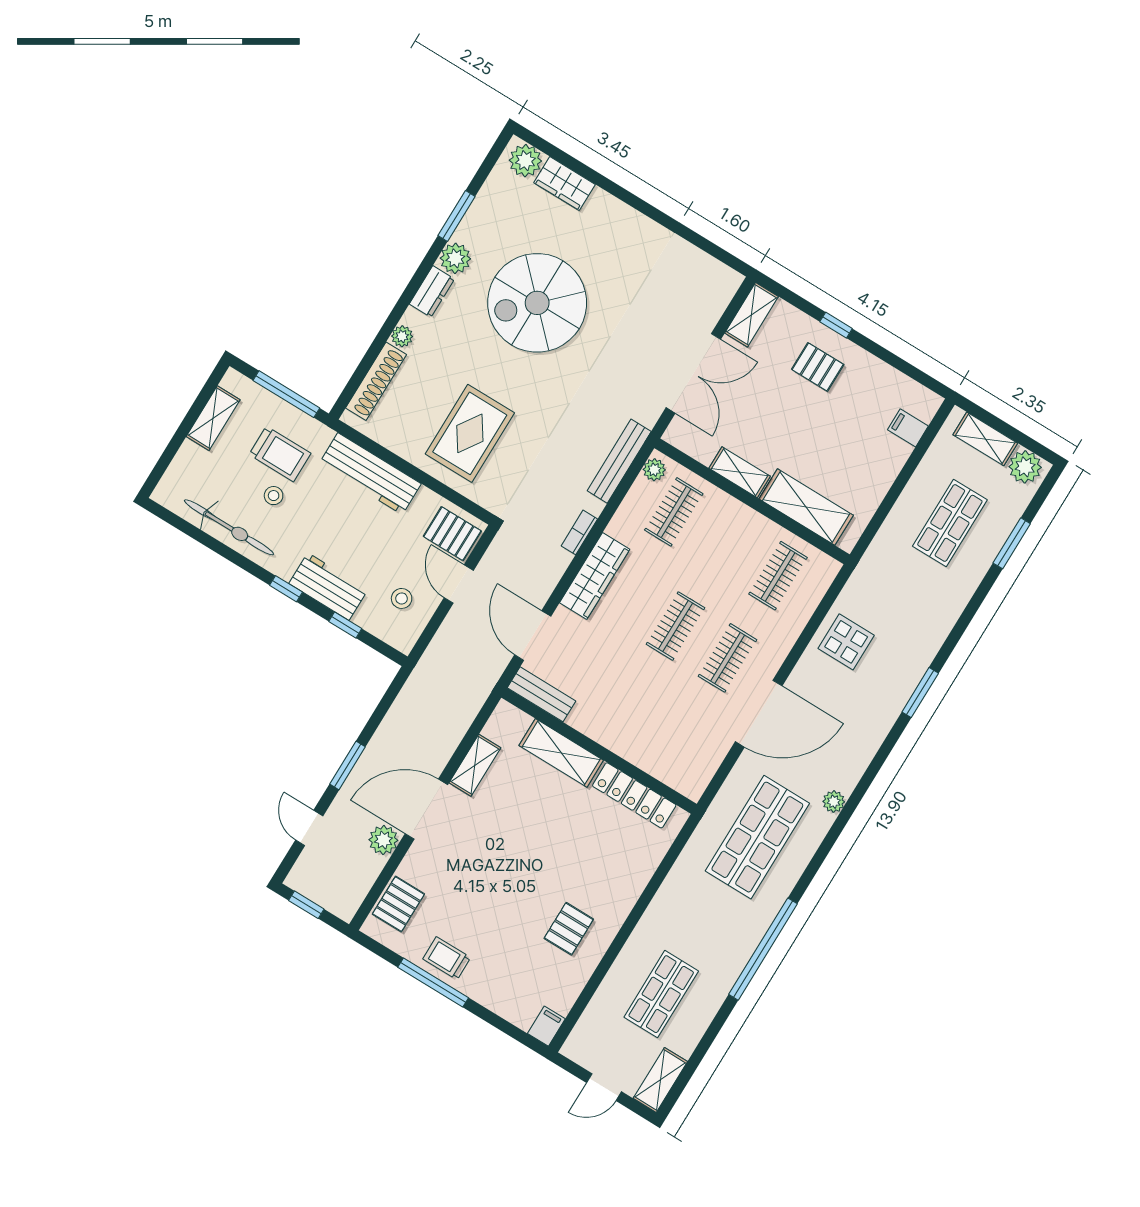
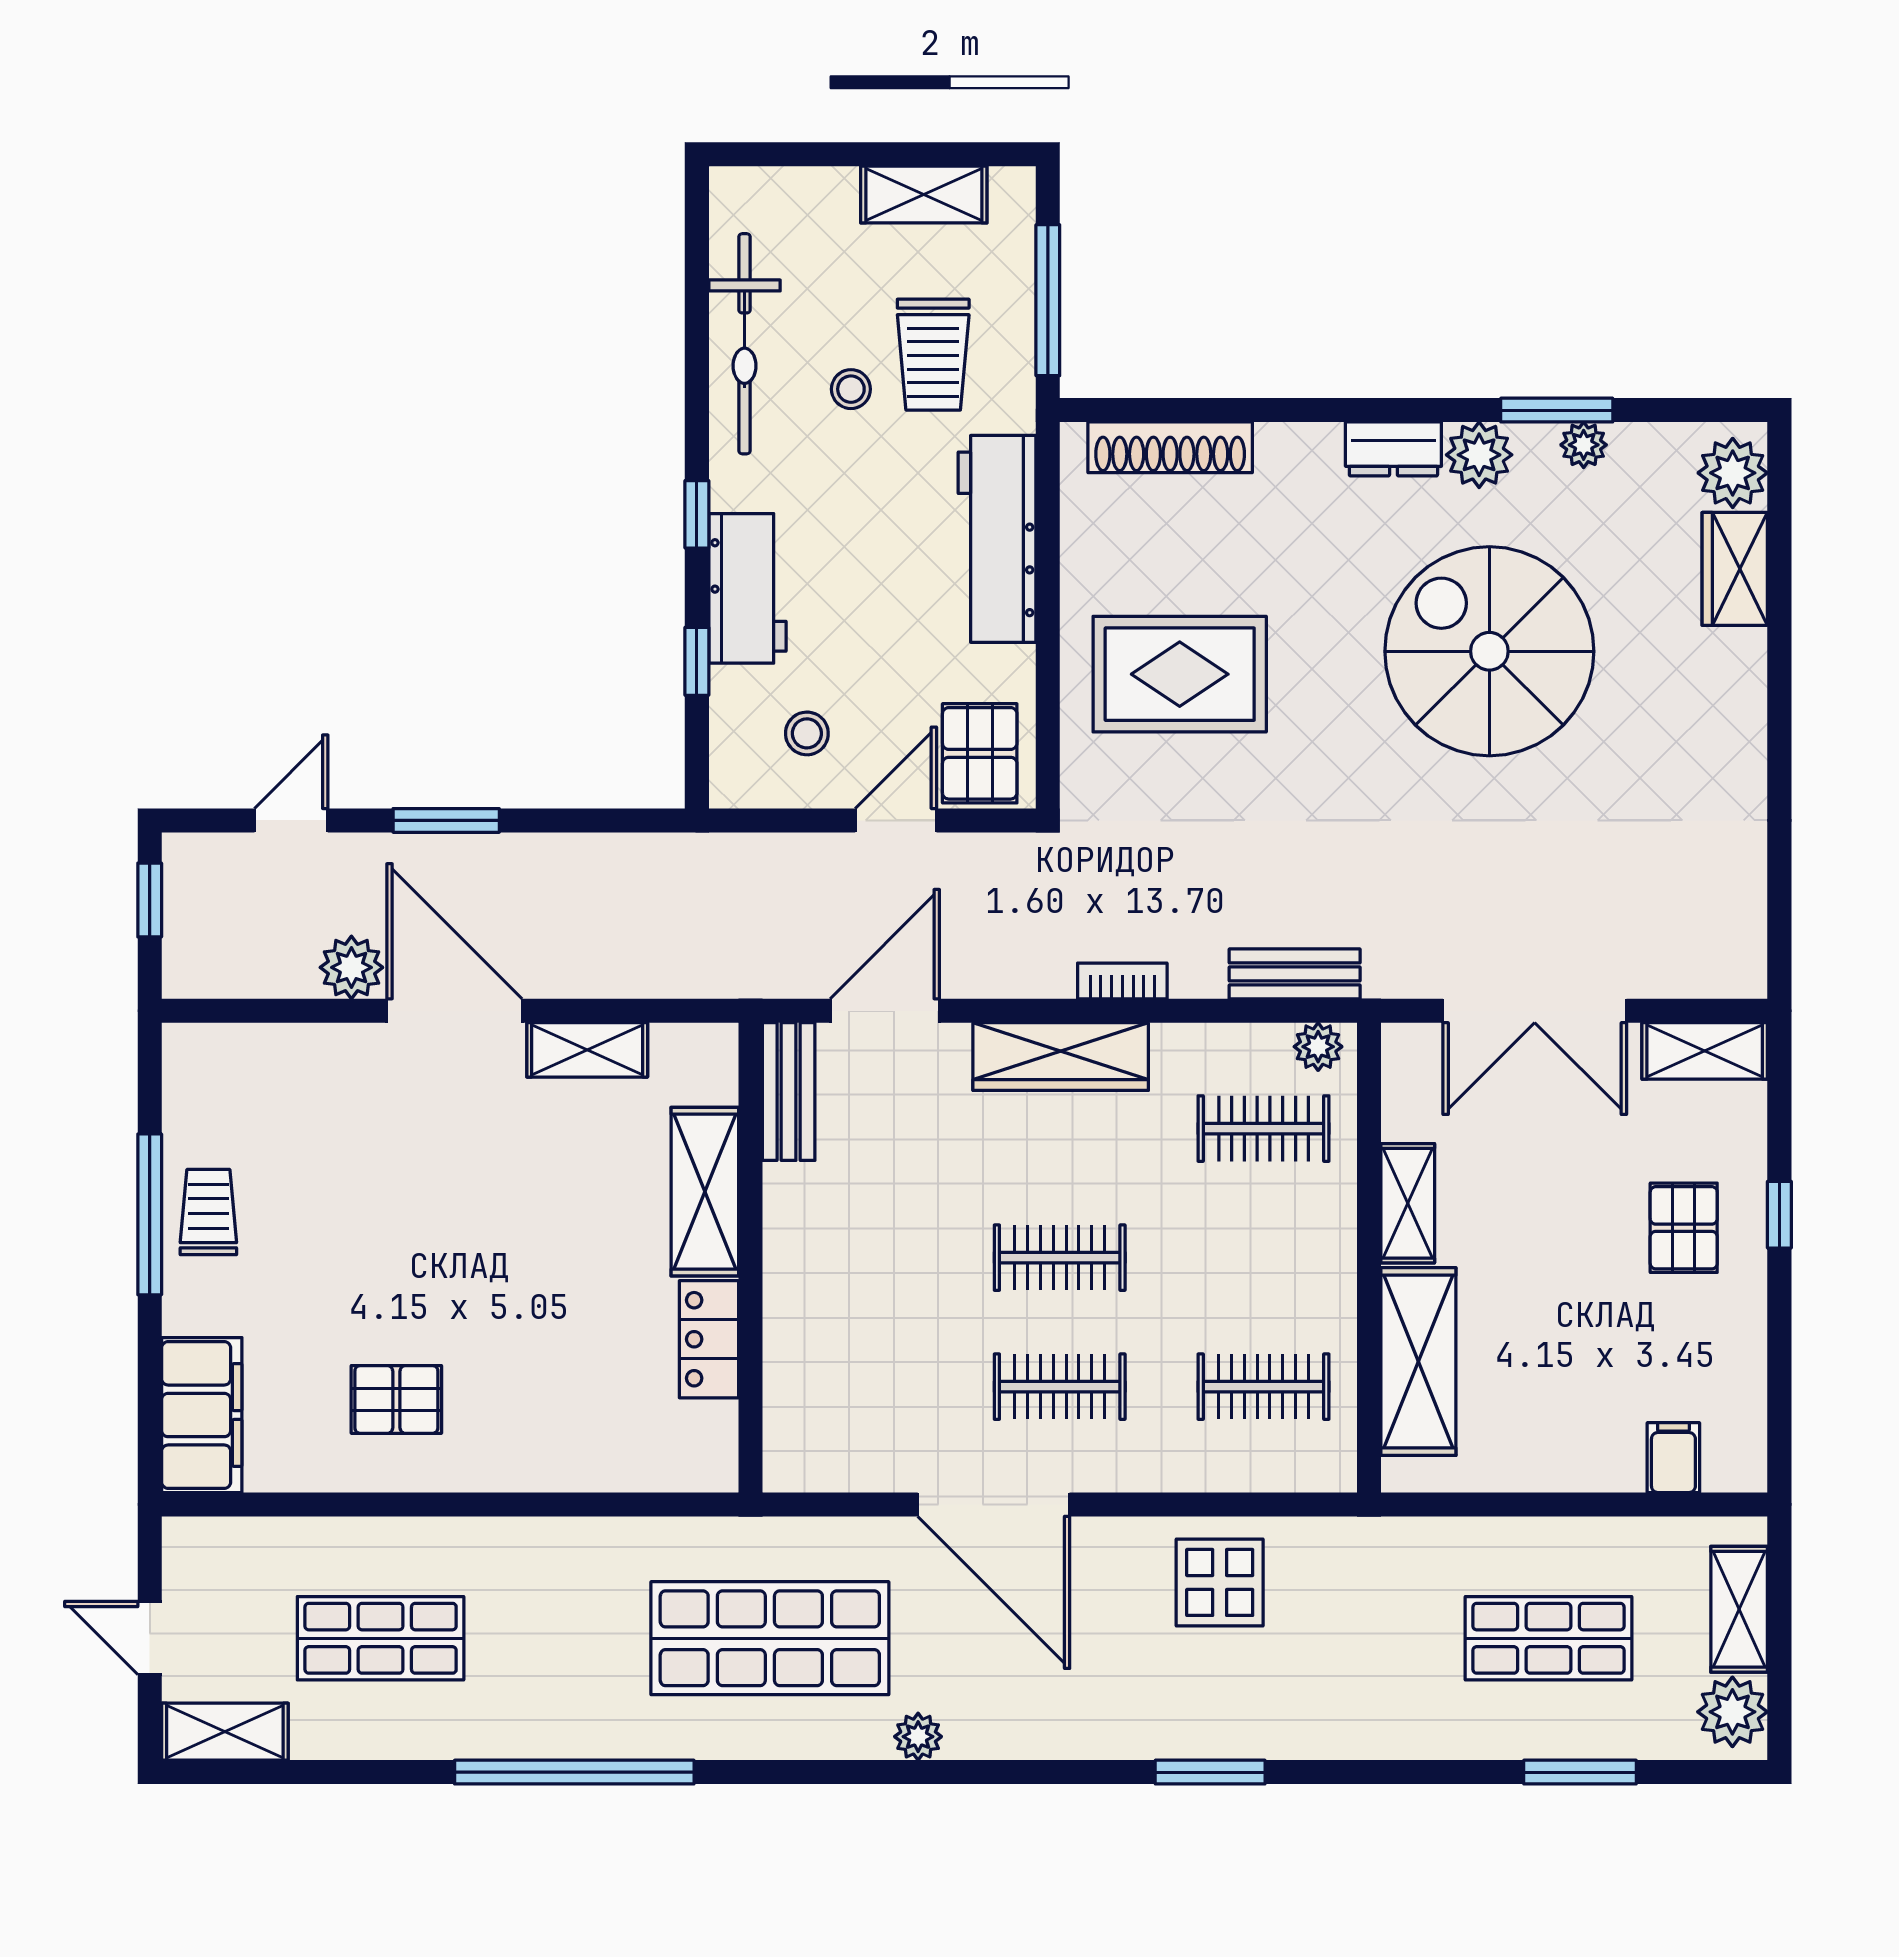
plant: (402, 336) -> (1584, 445), moved
bench: (619, 461) -> (1295, 974), width x0.73
locker: (634, 795) -> (709, 1339), width x0.66
pallet: (398, 904) -> (253, 1065), removed
filing cabinet: (546, 1026) -> (202, 1415), width x3.00, depth x1.17

